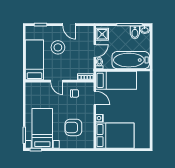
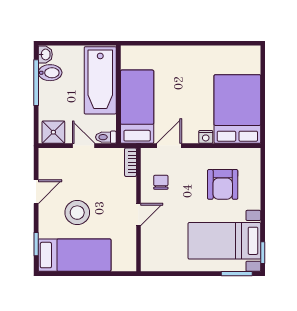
bed: (34, 60) -> (75, 255), moved, turned 180

